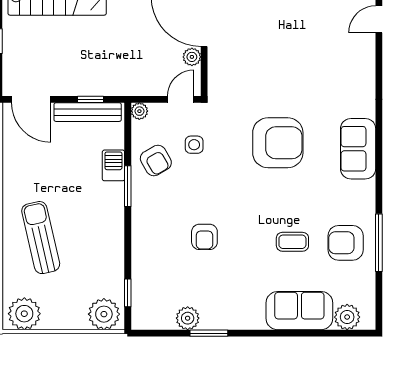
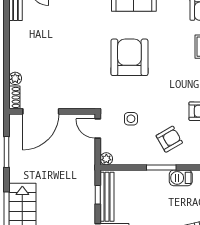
plant: (192, 57) -> (67, 120), removed
armchair: (156, 160) -> (169, 139), moved
barbecue: (113, 165) -> (181, 178), moved

